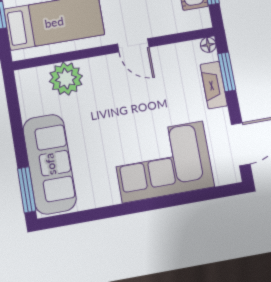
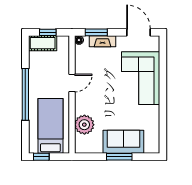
sofa: (50, 164) -> (123, 142), width x0.73
window: (27, 190) -> (119, 157), moved

